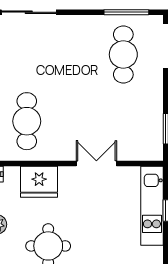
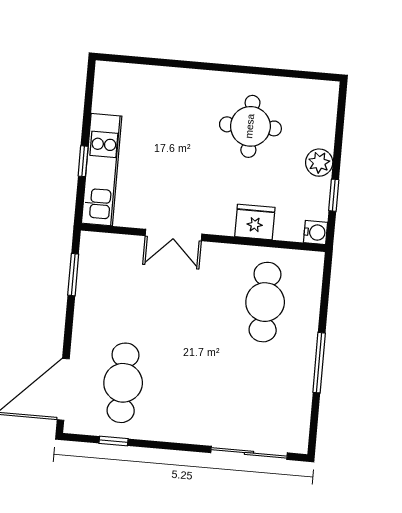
window: (126, 12) -> (114, 441), width x0.46
fridge: (39, 182) -> (255, 222), width x0.73, depth x0.75

